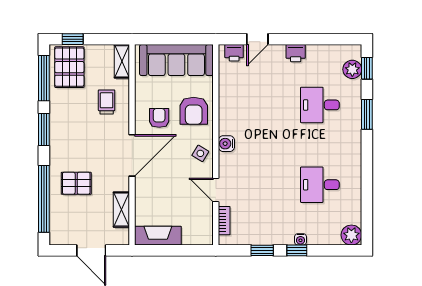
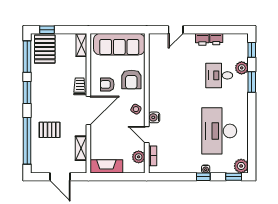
printer: (234, 53) -> (216, 39), moved
plant: (352, 69) -> (242, 68), moved
trolley: (107, 102) -> (80, 86), moved
armchair: (159, 118) -> (107, 84), turned -90
water cooler: (226, 144) -> (154, 117), moved
desk: (320, 185) -> (219, 131), width x1.87, depth x1.30
plant: (204, 222) -> (139, 157), added
window: (262, 250) -> (234, 177), moved

